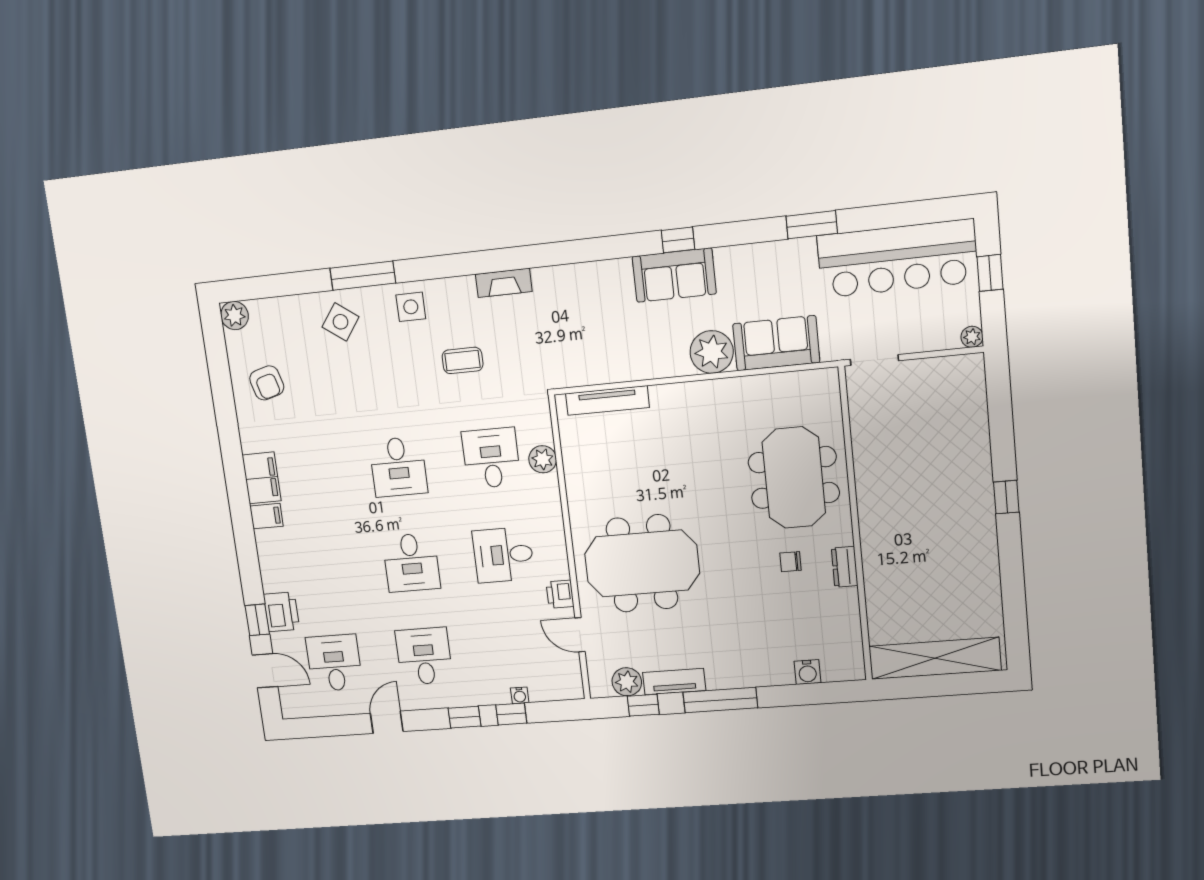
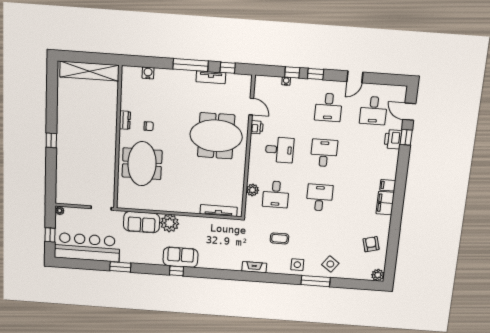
plant: (627, 682) -> (233, 80), removed

